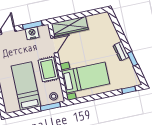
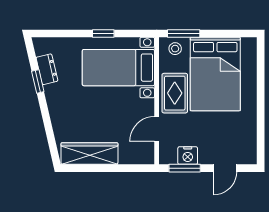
wardrobe: (70, 26) -> (89, 154), moved
dresser: (121, 51) -> (47, 69), moved
bed: (26, 86) -> (215, 74), width x1.50
window: (129, 90) -> (103, 33), moved

